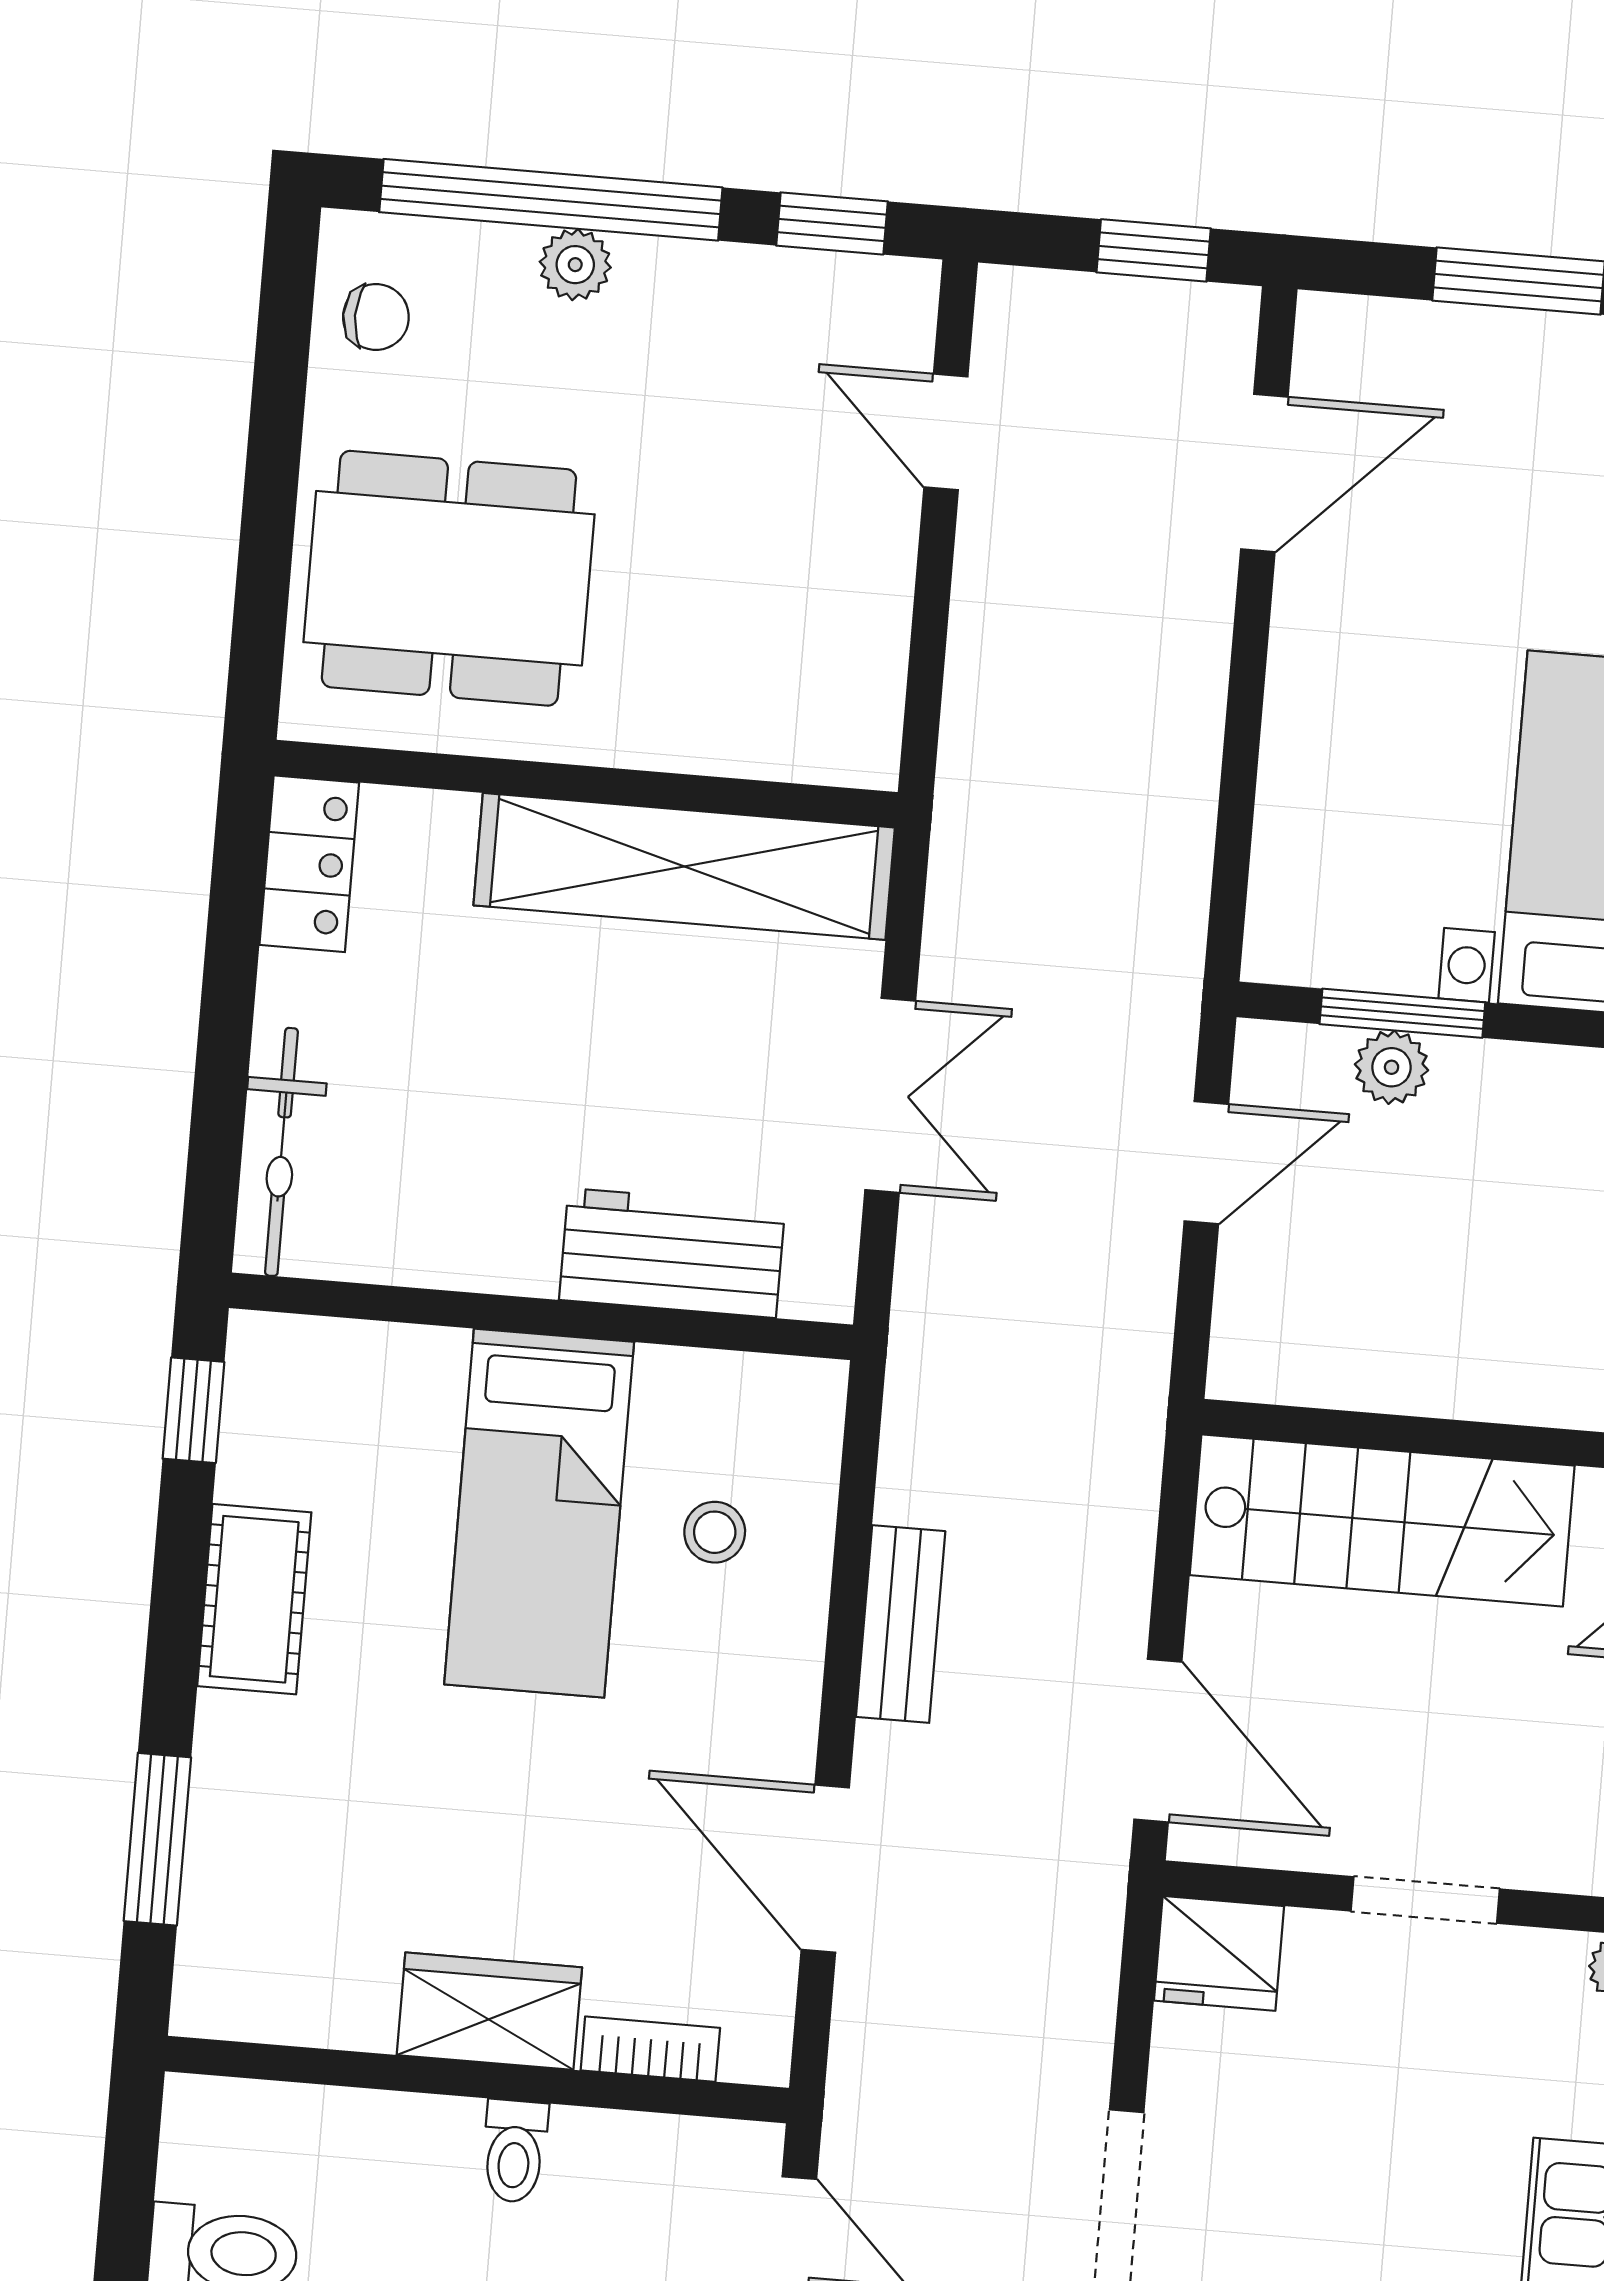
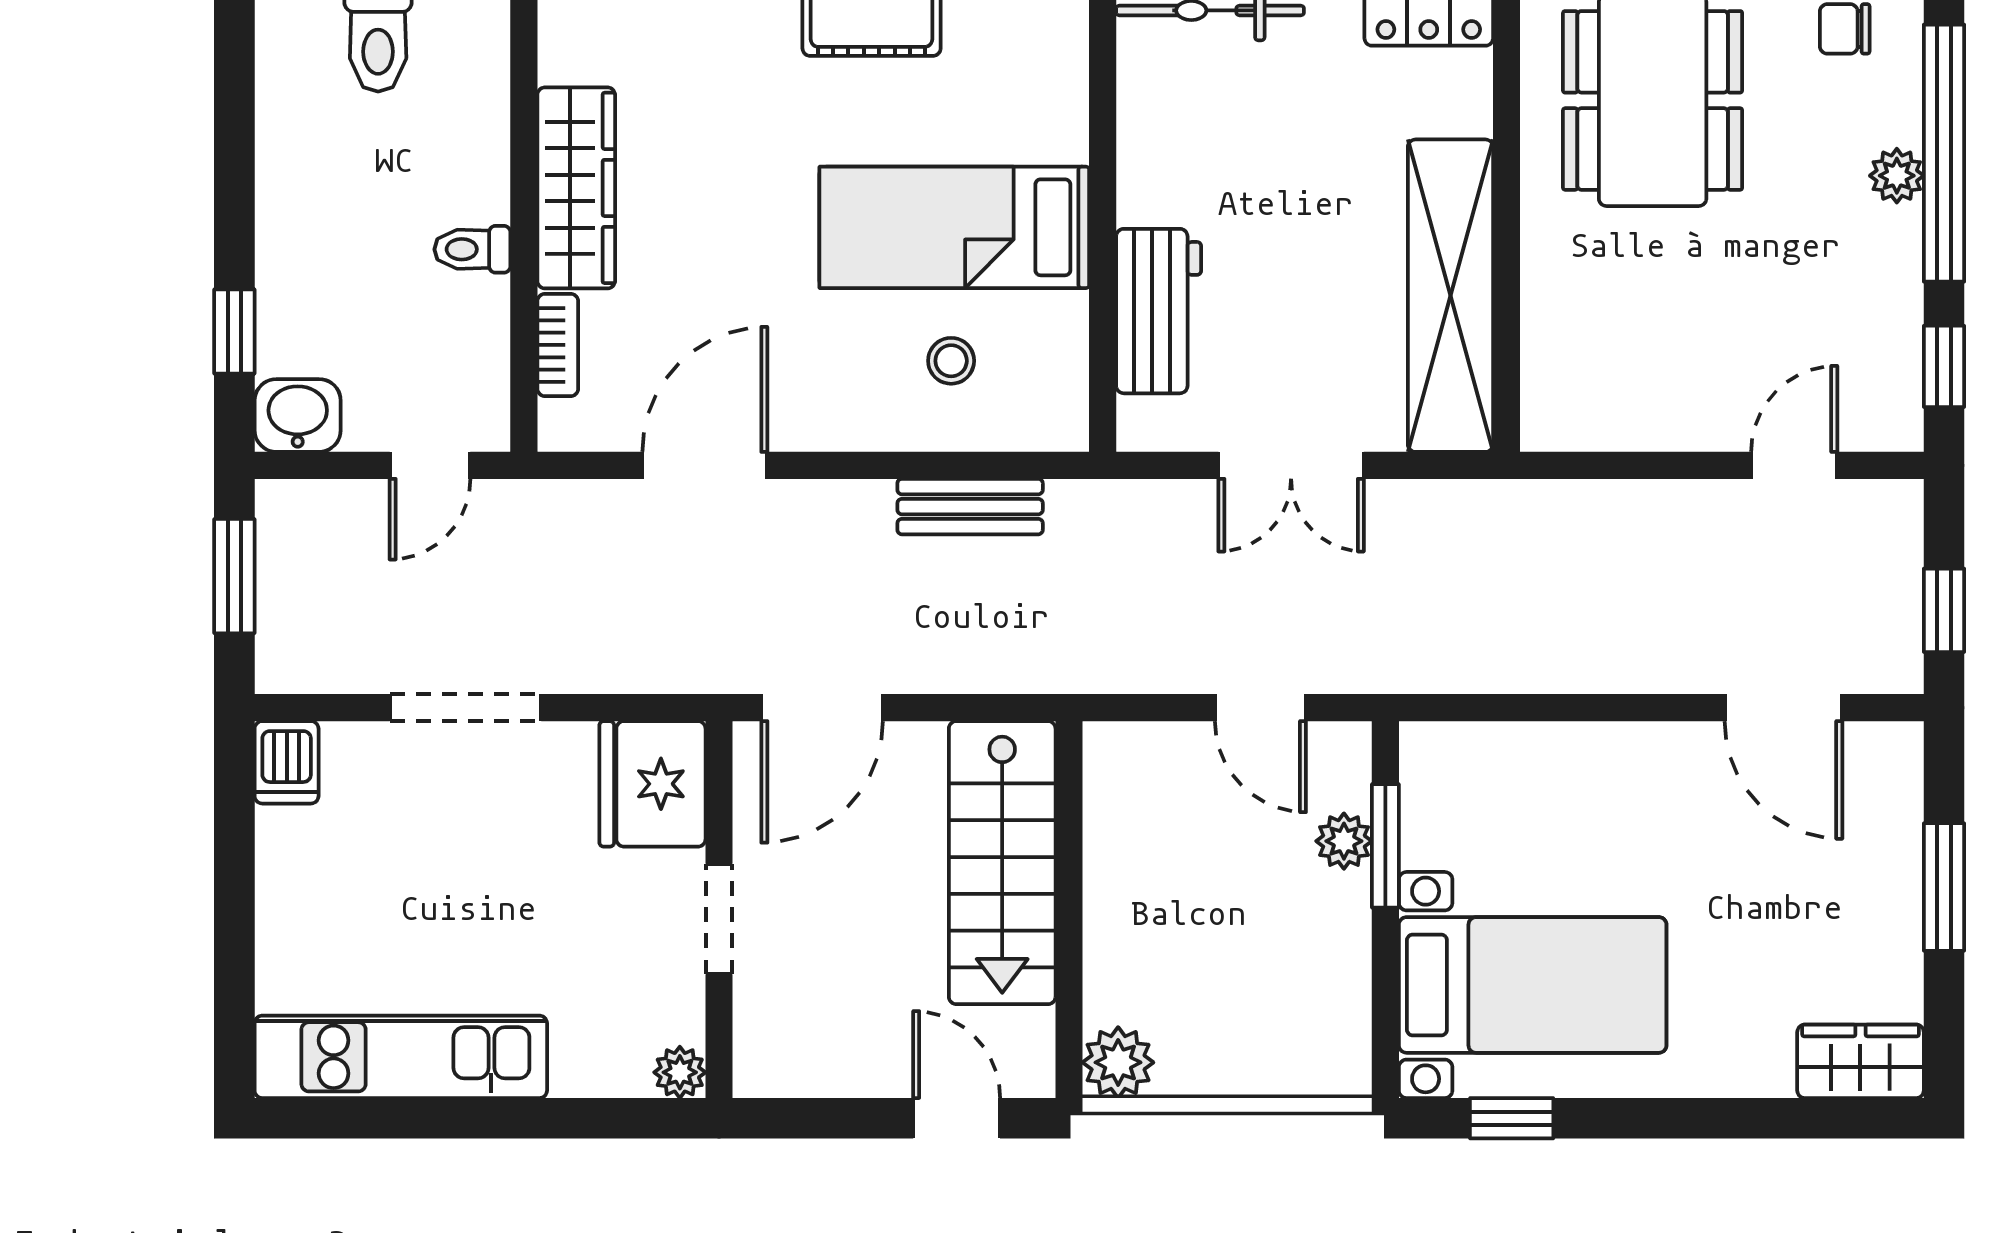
chair: (376, 317) -> (1845, 29), turned 90
bench: (901, 1624) -> (970, 507), moved
fridge: (1219, 1953) -> (652, 784), width x1.36, depth x1.34
wardrobe: (489, 2011) -> (576, 188), width x1.50

